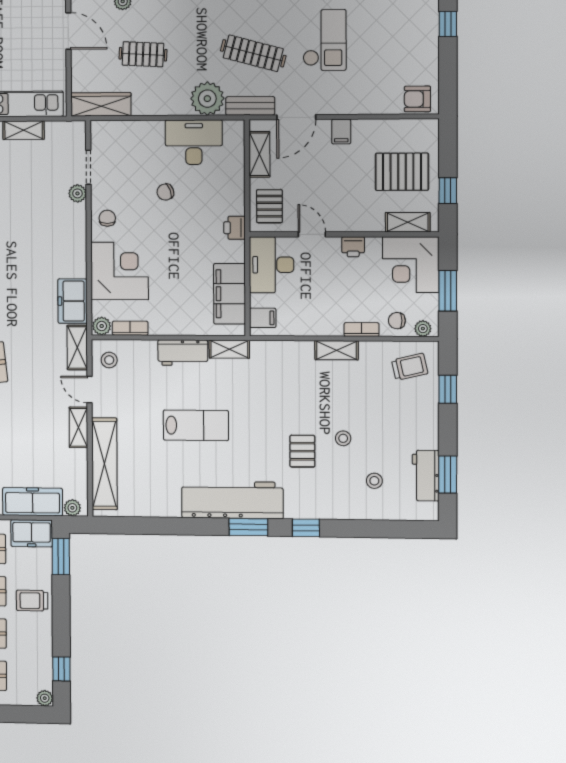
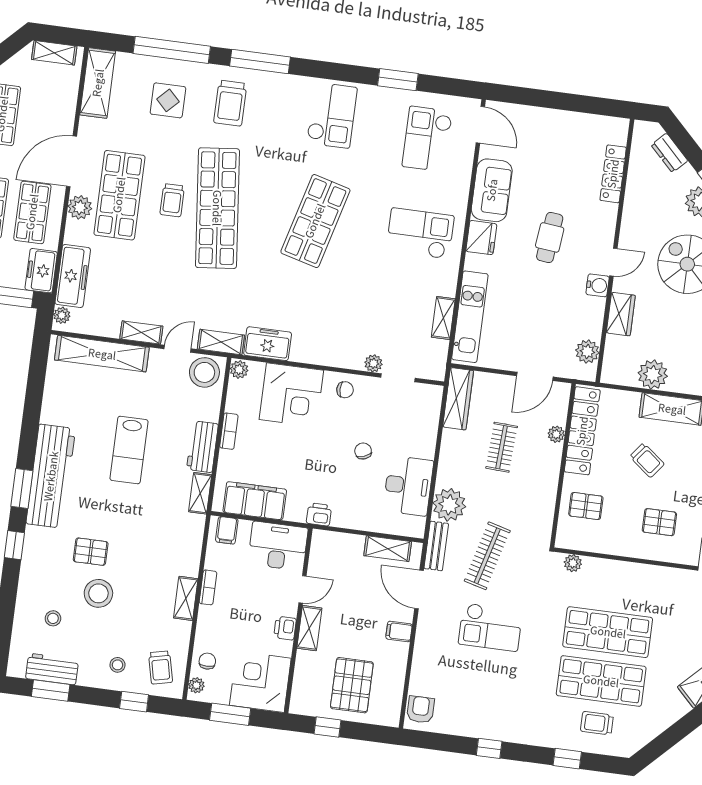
pallet: (269, 206) -> (336, 552), removed
shelving: (408, 222) -> (309, 628), moved
bookcase: (130, 328) -> (229, 431), moved
bookcase: (362, 329) -> (208, 587), moved
stool: (109, 360) -> (204, 372), width x1.89, depth x1.89
stool: (413, 410) -> (117, 665), added
stool: (343, 438) -> (98, 593), width x1.89, depth x1.89

